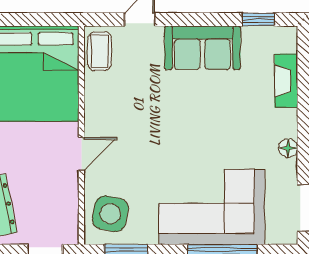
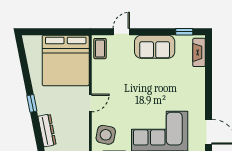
fireplace: (286, 81) -> (199, 52), moved
floor lamp: (288, 148) -> (200, 100), removed

